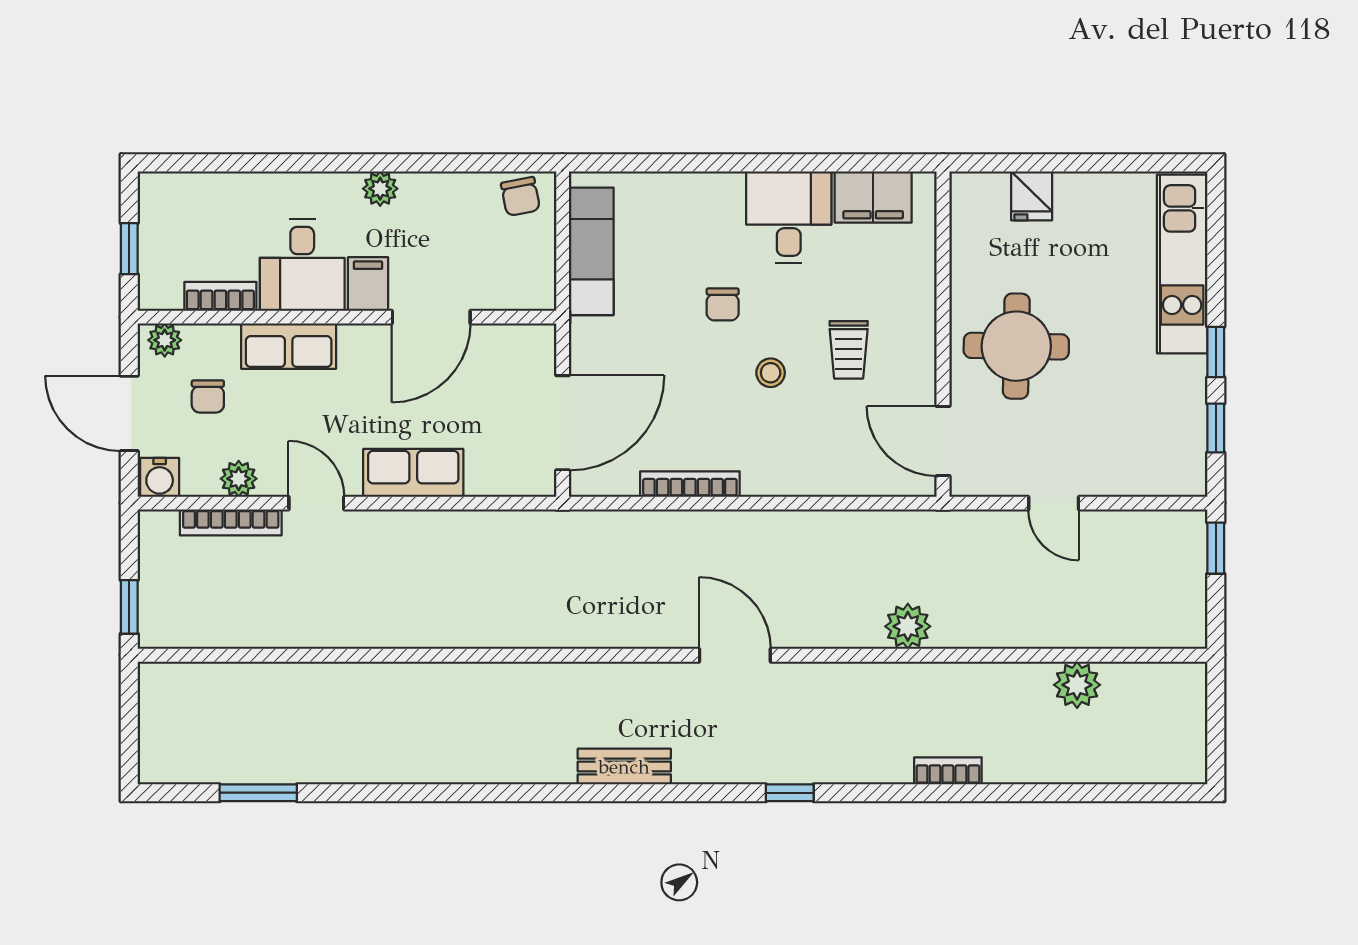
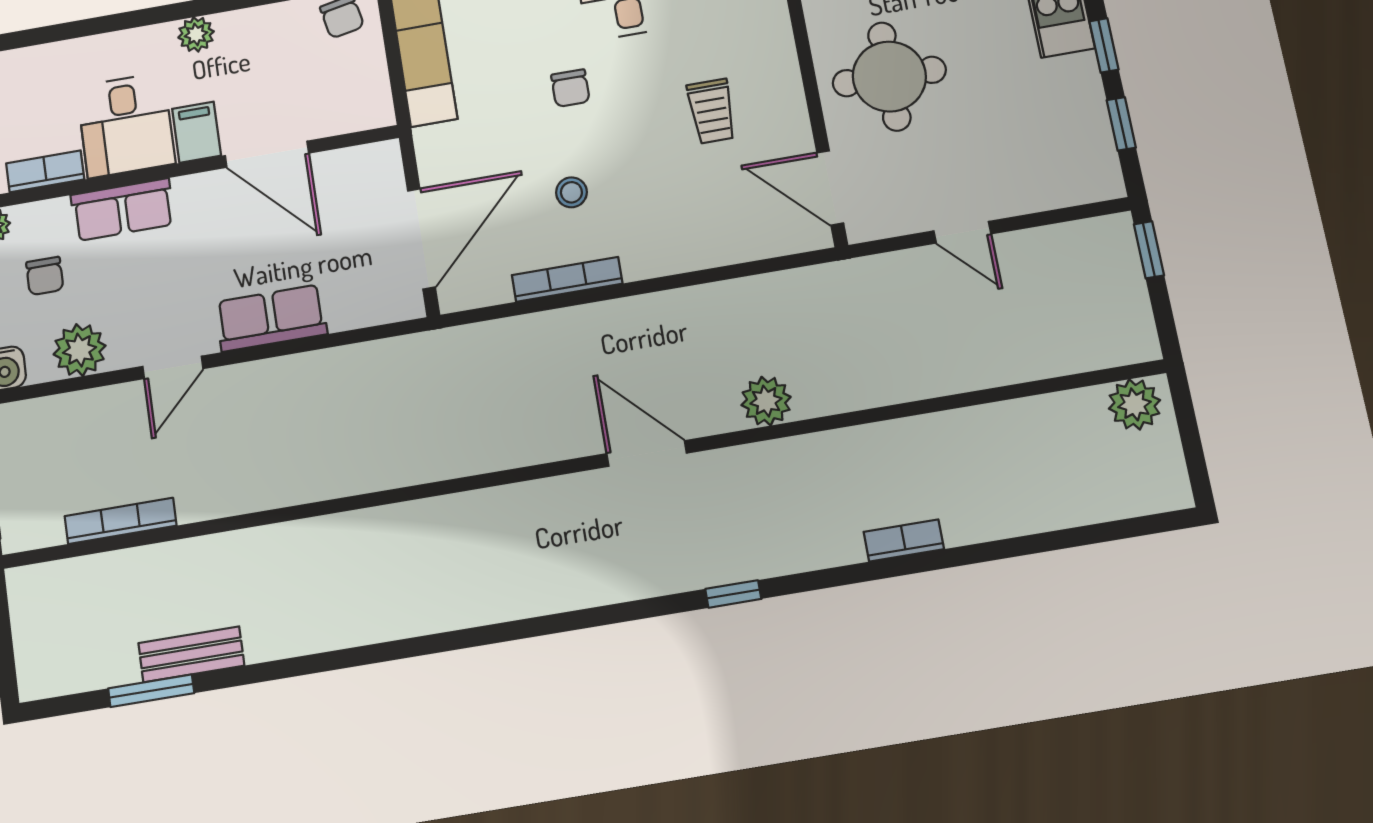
door: (431, 317) -> (267, 154), hinge flipped
stool: (771, 373) -> (571, 192), moved
plant: (239, 479) -> (80, 350), width x1.38, depth x1.38
door: (316, 503) -> (173, 367), swing flipped
bookcase: (231, 522) -> (121, 521), moved, turned 180
plant: (908, 626) -> (766, 401), moved
plant: (1077, 685) -> (1134, 404), moved
bench: (624, 767) -> (191, 654), moved

